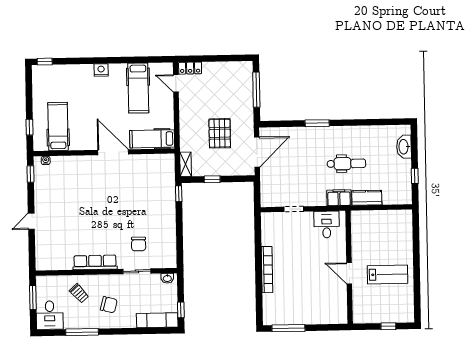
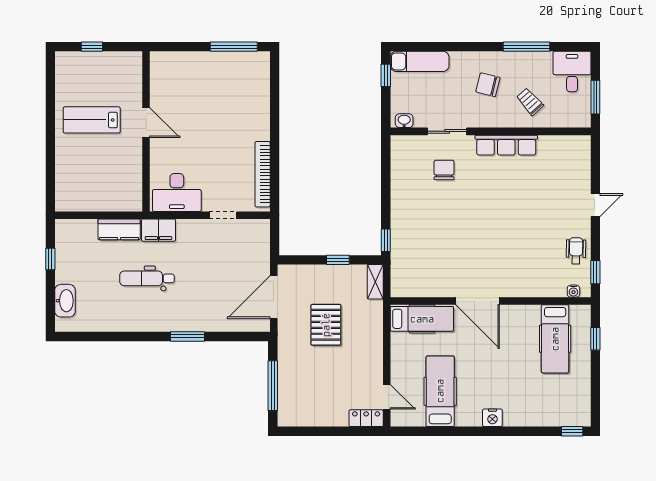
wheelchair: (44, 189) -> (576, 251), added
desk: (327, 225) -> (177, 193), width x1.37
bookcase: (267, 270) -> (263, 174), moved

